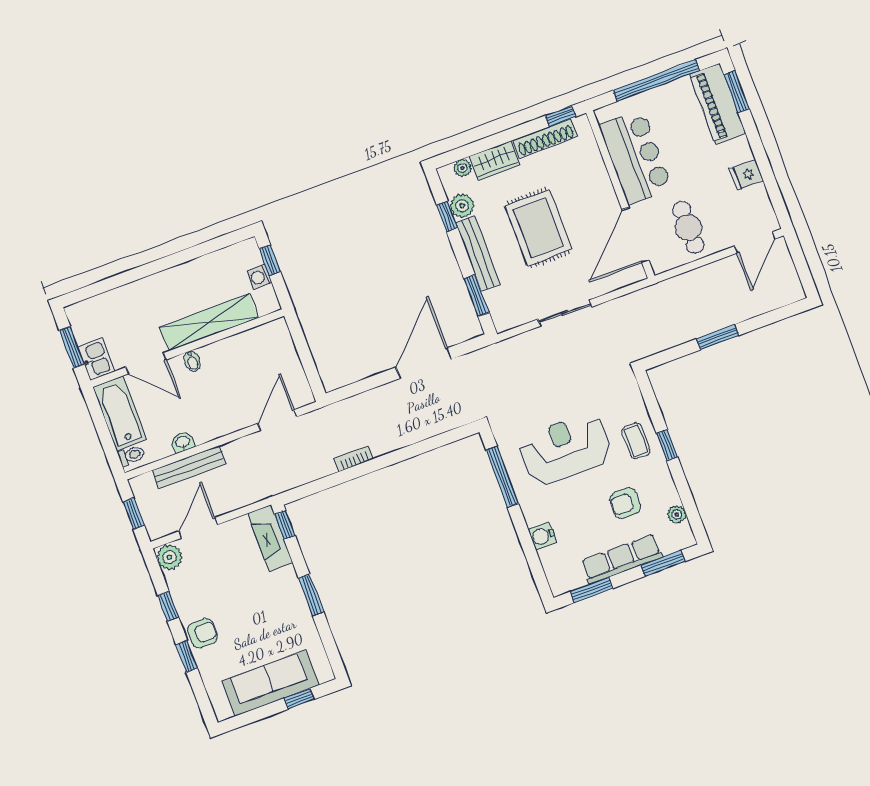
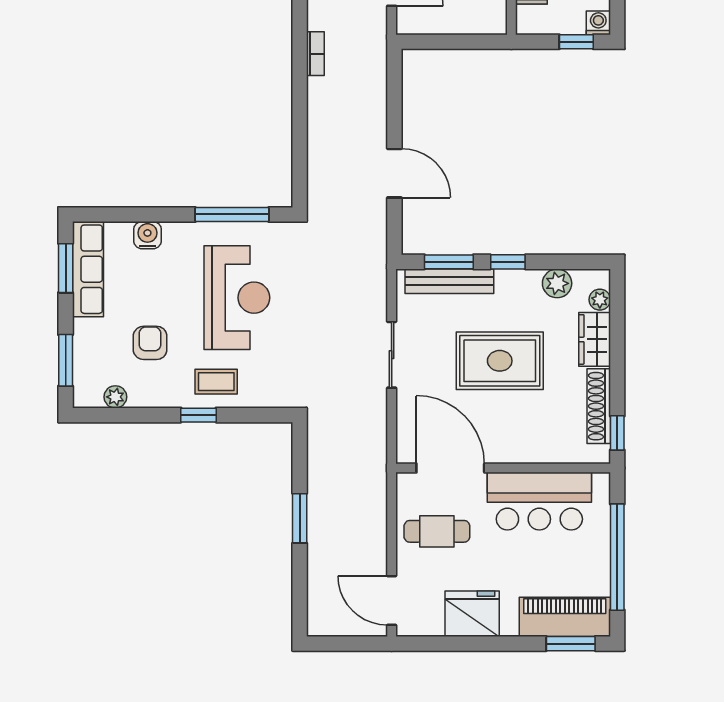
fridge: (746, 175) -> (472, 614), width x1.88, depth x1.34
window: (447, 216) -> (508, 262), moved
bench: (478, 253) -> (449, 281), moved
washing machine: (259, 277) -> (598, 23), moved
door: (424, 363) -> (394, 173), width x0.73
row of seats: (622, 559) -> (88, 269), moved

